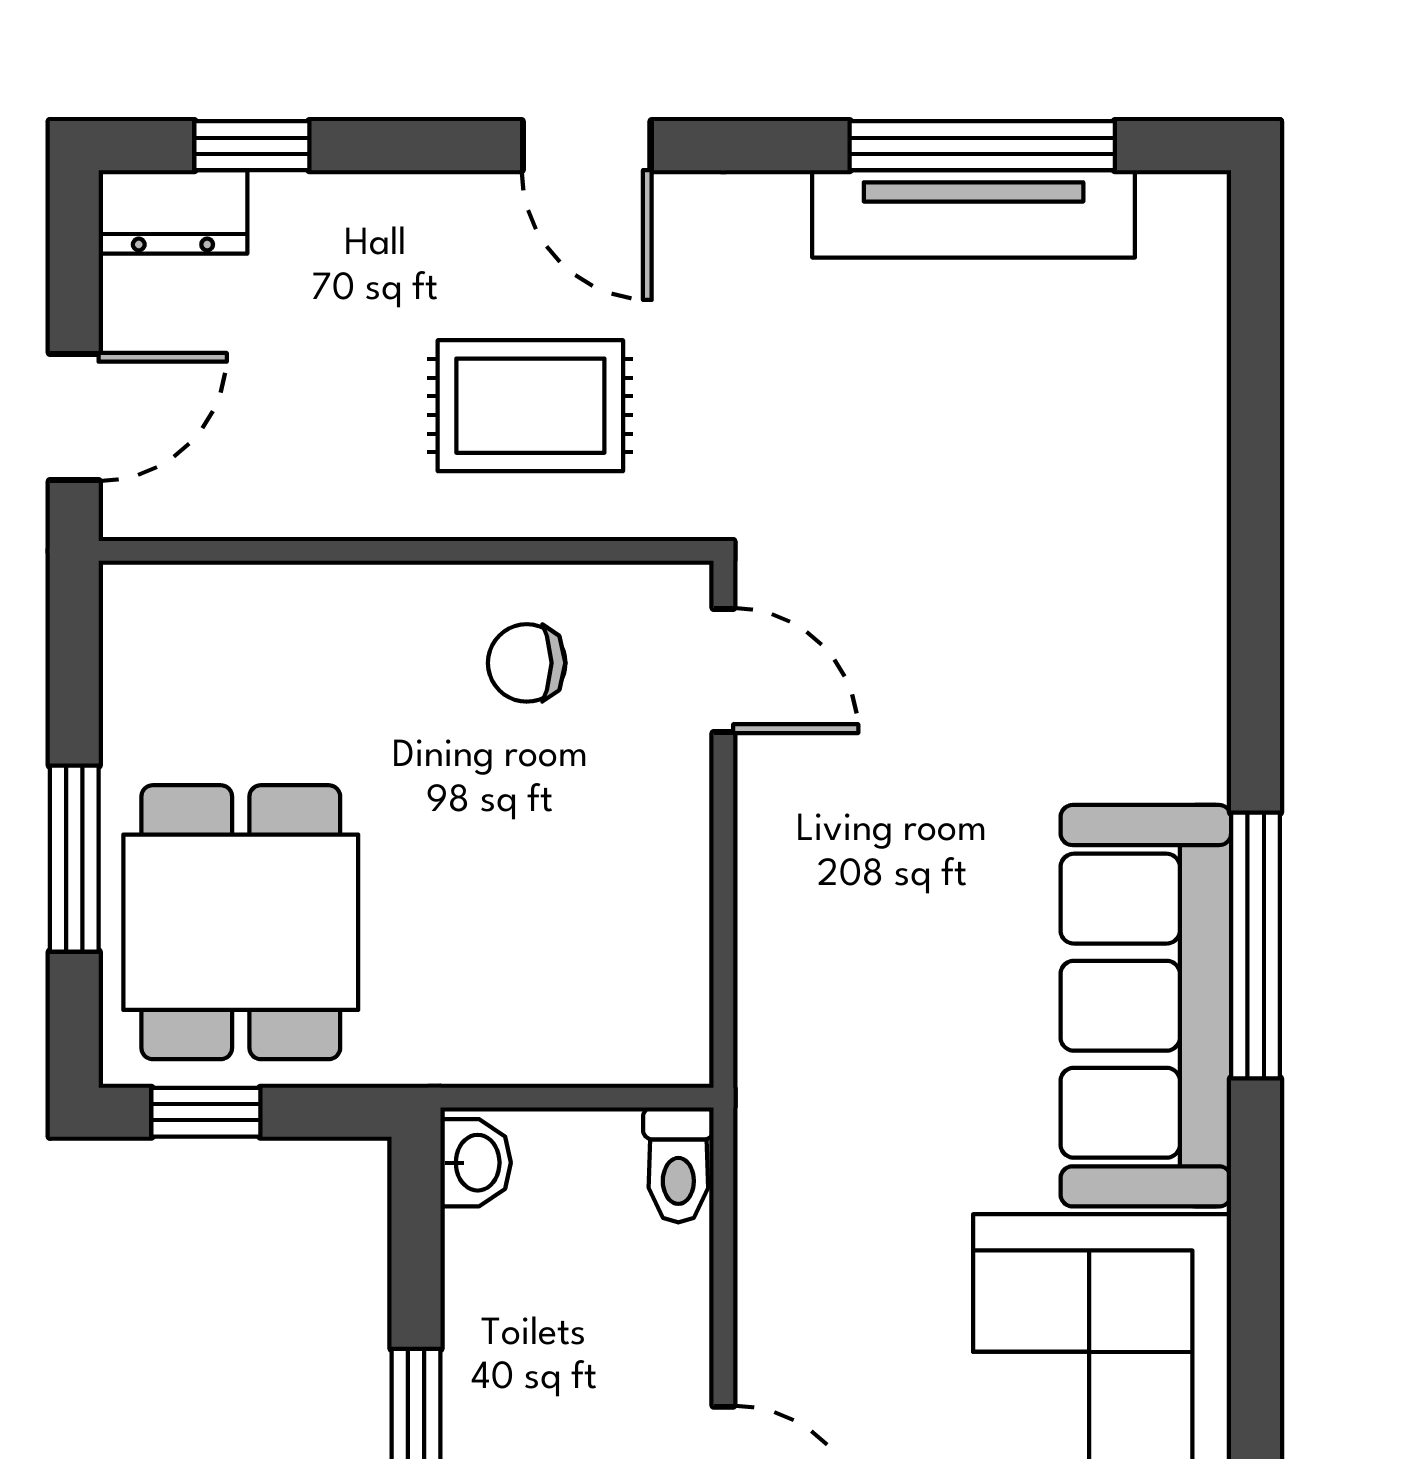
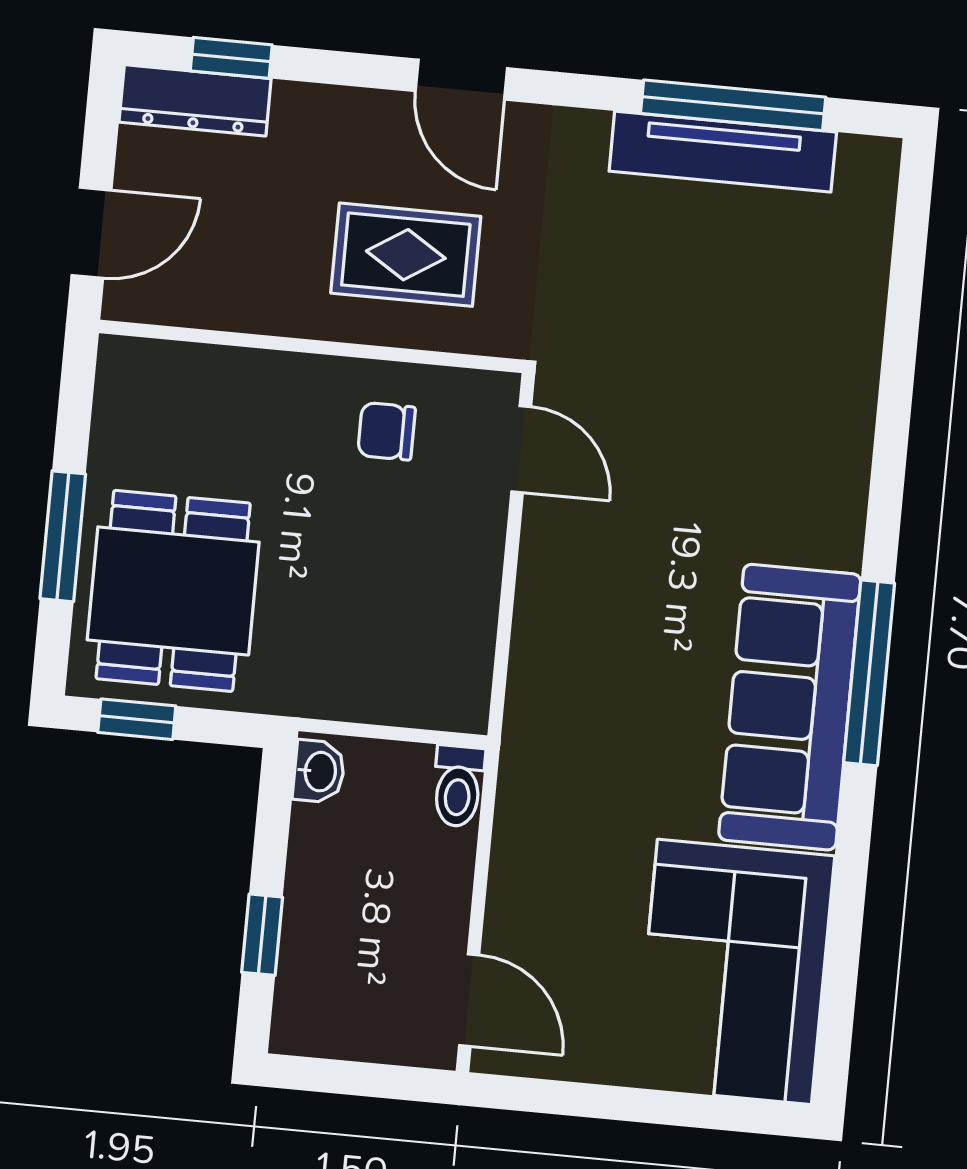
dresser: (173, 212) -> (195, 100), width x1.44

